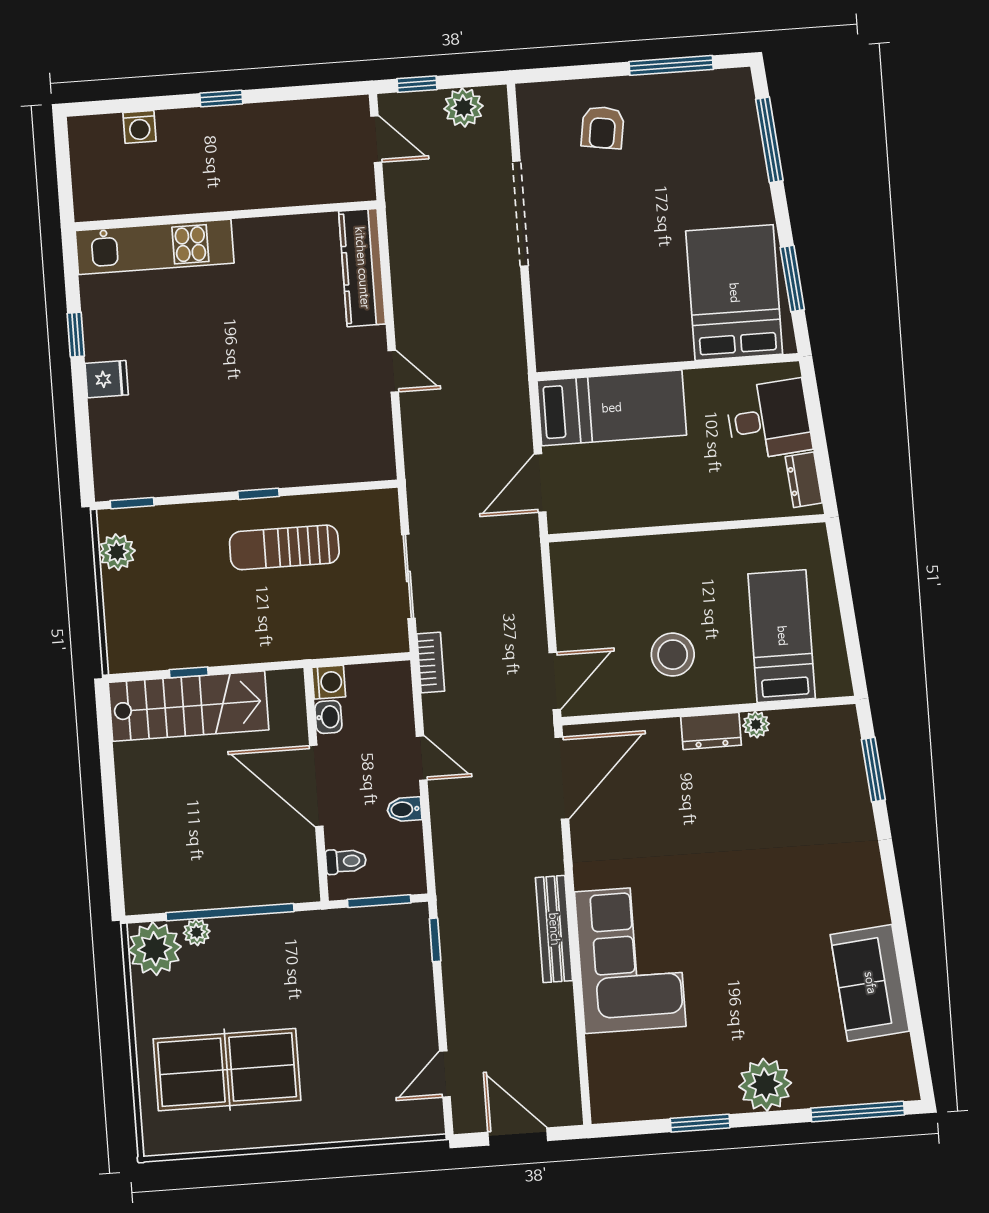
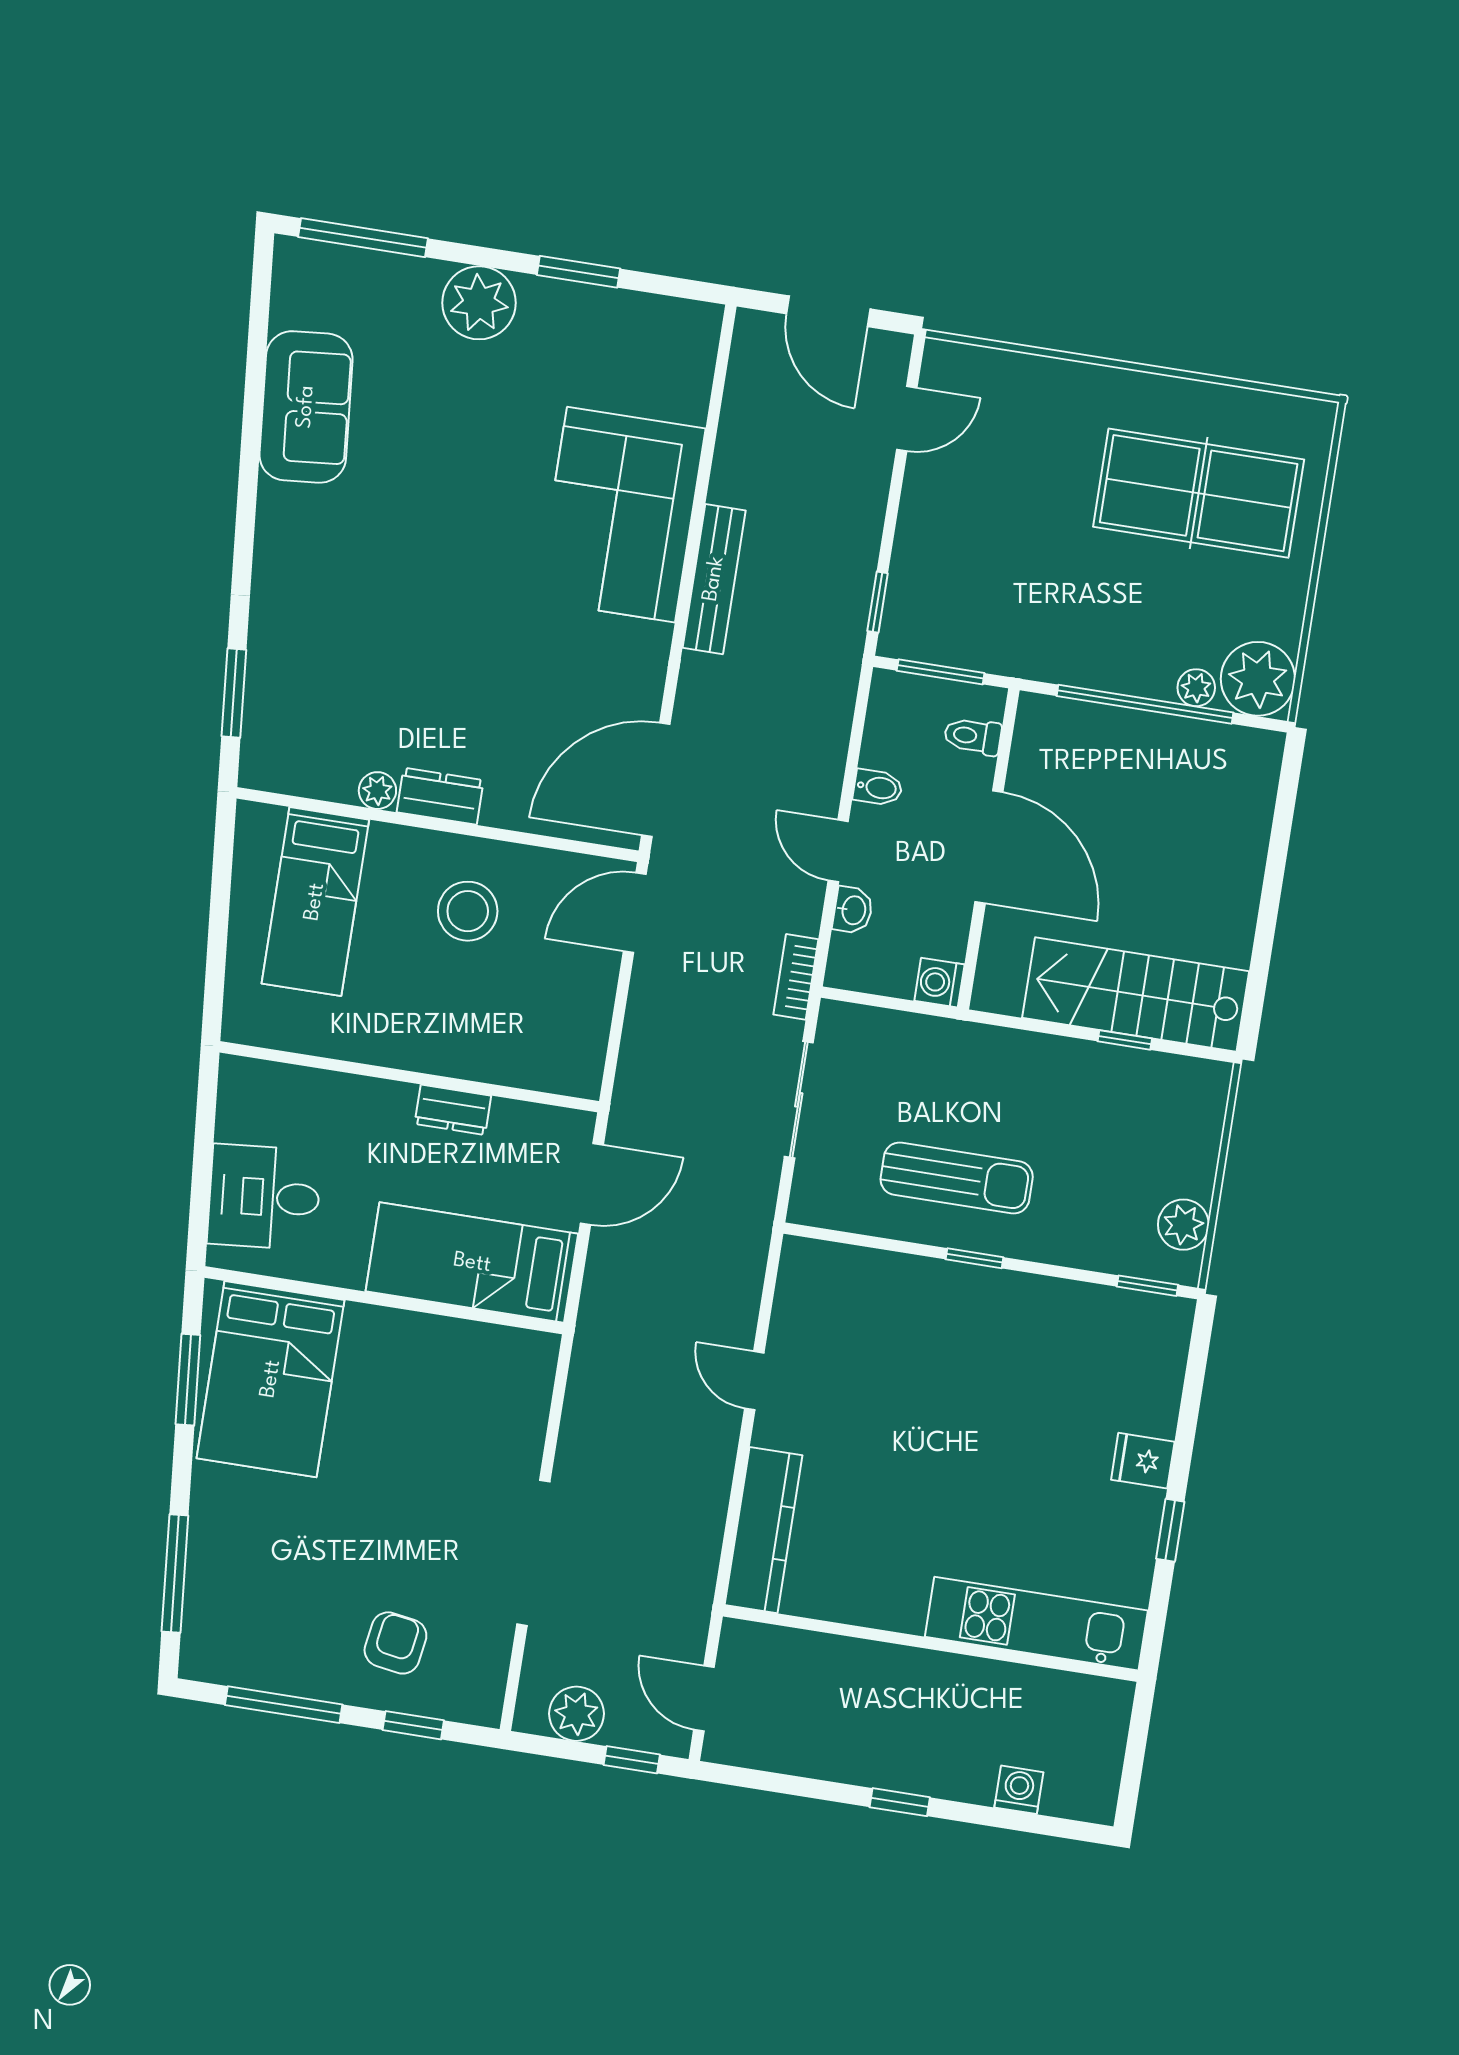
window: (577, 72) -> (413, 1725), added
dresser: (804, 480) -> (453, 1110), moved, turned 95
washbasin: (328, 717) -> (853, 910), moved, turned 180

